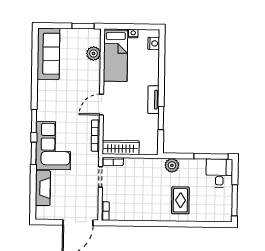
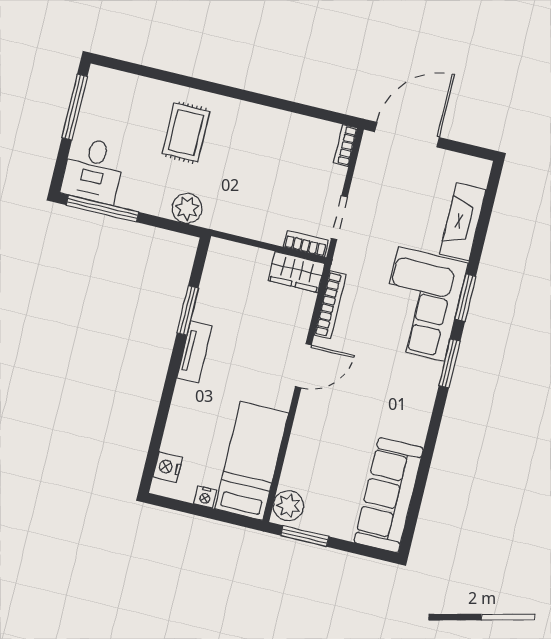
plant: (94, 53) -> (288, 506), moved
wardrobe: (121, 147) -> (296, 272), width x0.67

